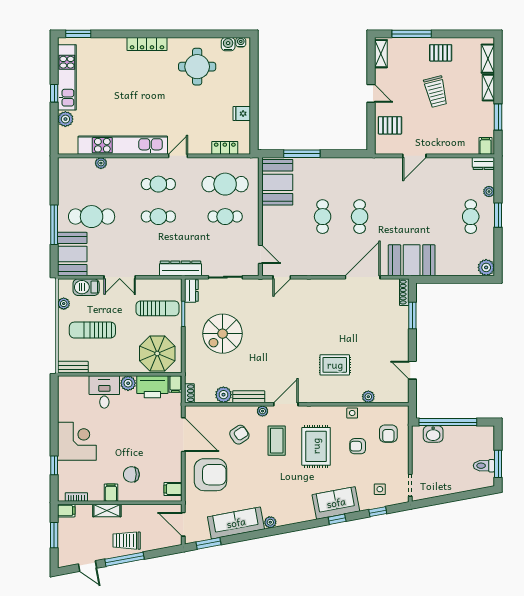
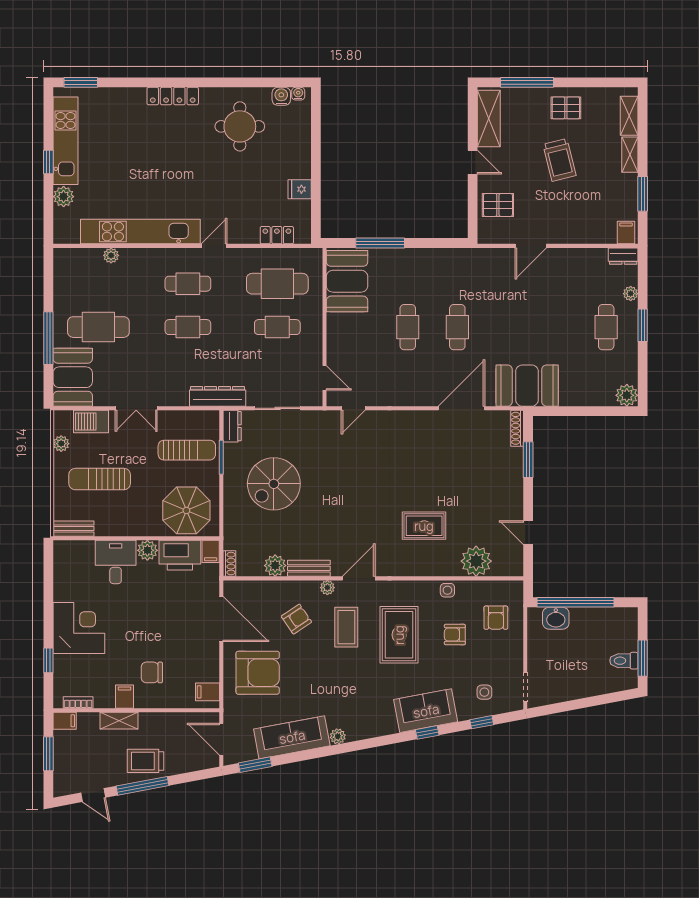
shelving: (381, 54) -> (489, 119), width x1.50, depth x1.33
plant: (368, 397) -> (476, 561), width x1.88, depth x1.88

